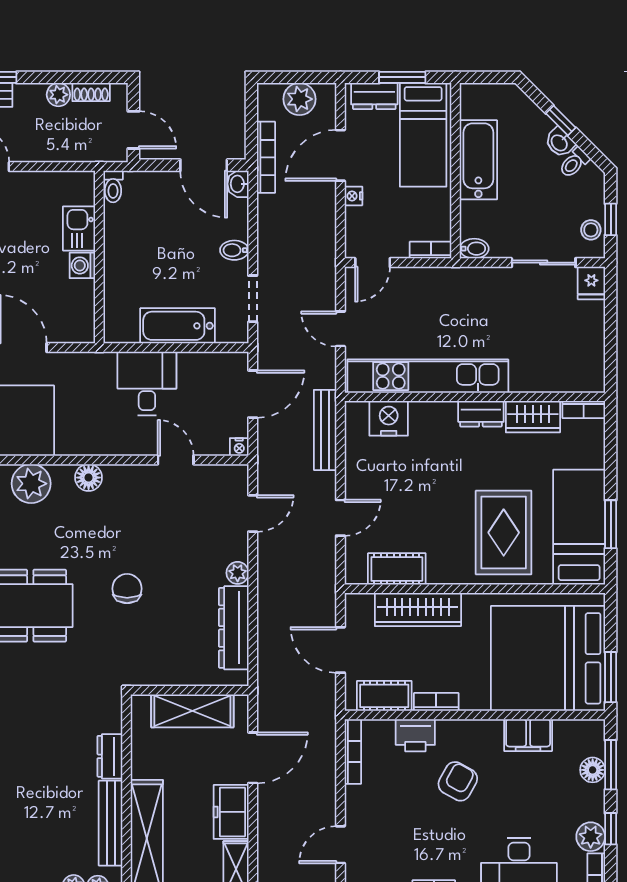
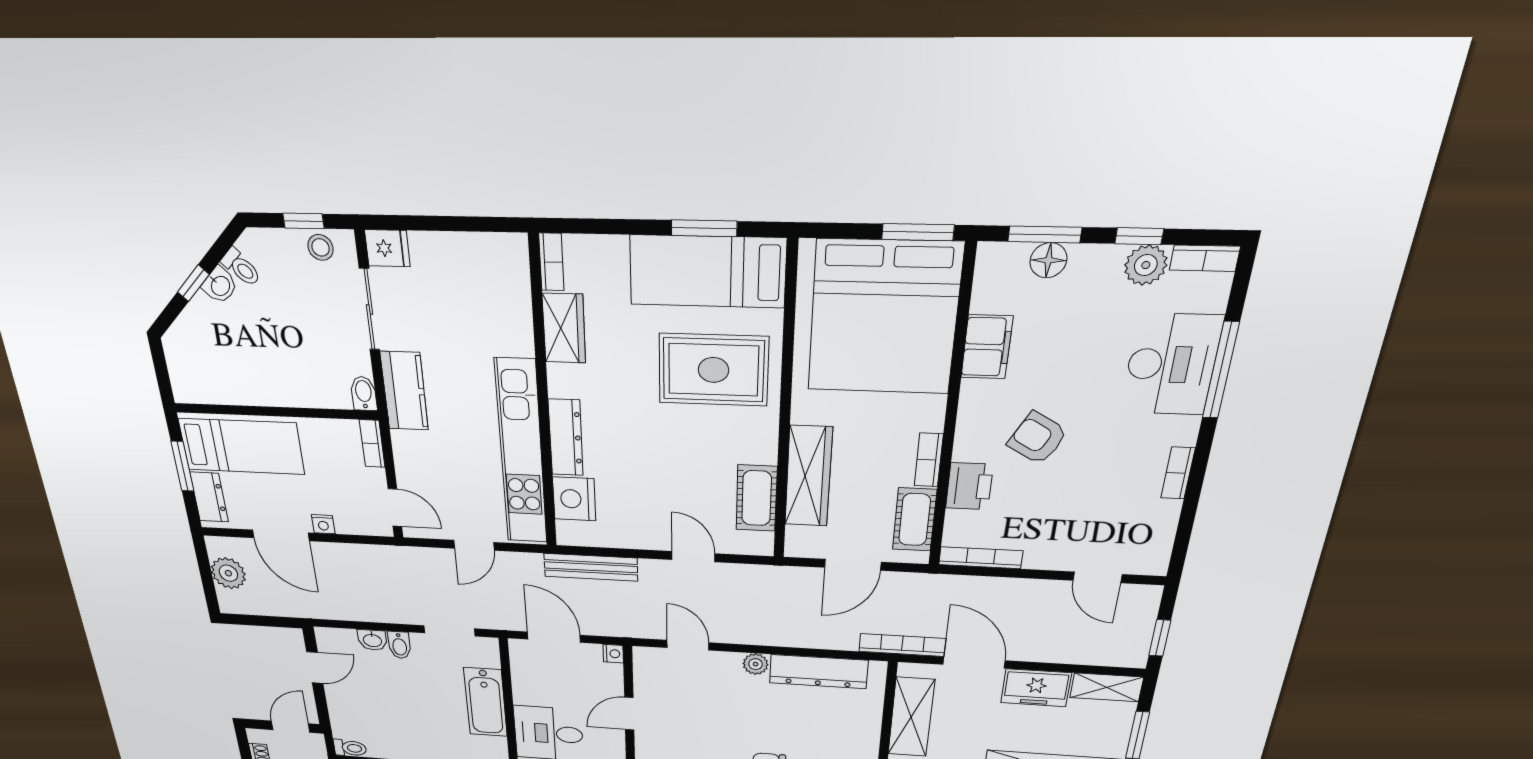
bookcase: (266, 157) -> (902, 645), moved
bathtub: (478, 160) -> (259, 385), removed
door: (204, 165) -> (315, 668), width x0.73
washbasin: (238, 184) -> (372, 640), moved
kitchen counter: (478, 283) -> (404, 391), added
dresser: (481, 414) -> (566, 438), moved, width x1.44

